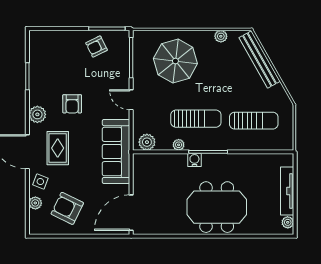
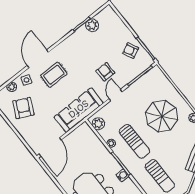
parasol: (175, 61) -> (162, 116), moved
armchair: (72, 104) -> (105, 72), moved, turned 90
plant: (37, 114) -> (92, 25), moved
water cooler: (194, 160) -> (122, 175), moved
door: (131, 213) -> (50, 147), swing flipped

